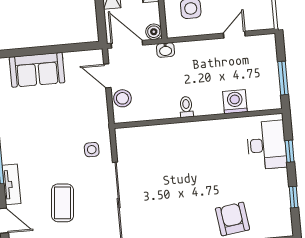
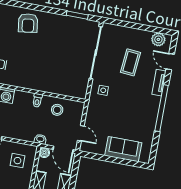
stool: (122, 98) -> (57, 110), moved

